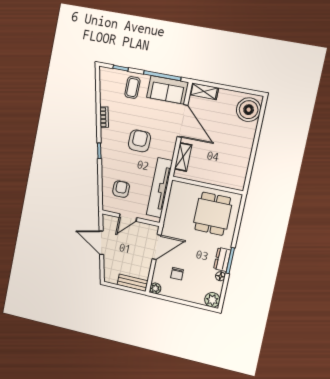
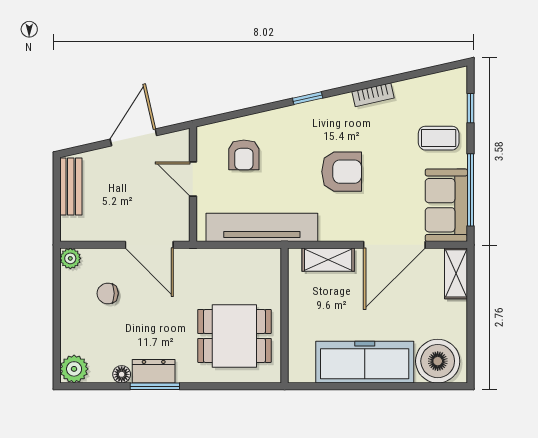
freezer: (241, 148) -> (365, 362), added
armchair: (121, 189) -> (244, 155), turned 90
bench: (132, 283) -> (71, 187), moved

